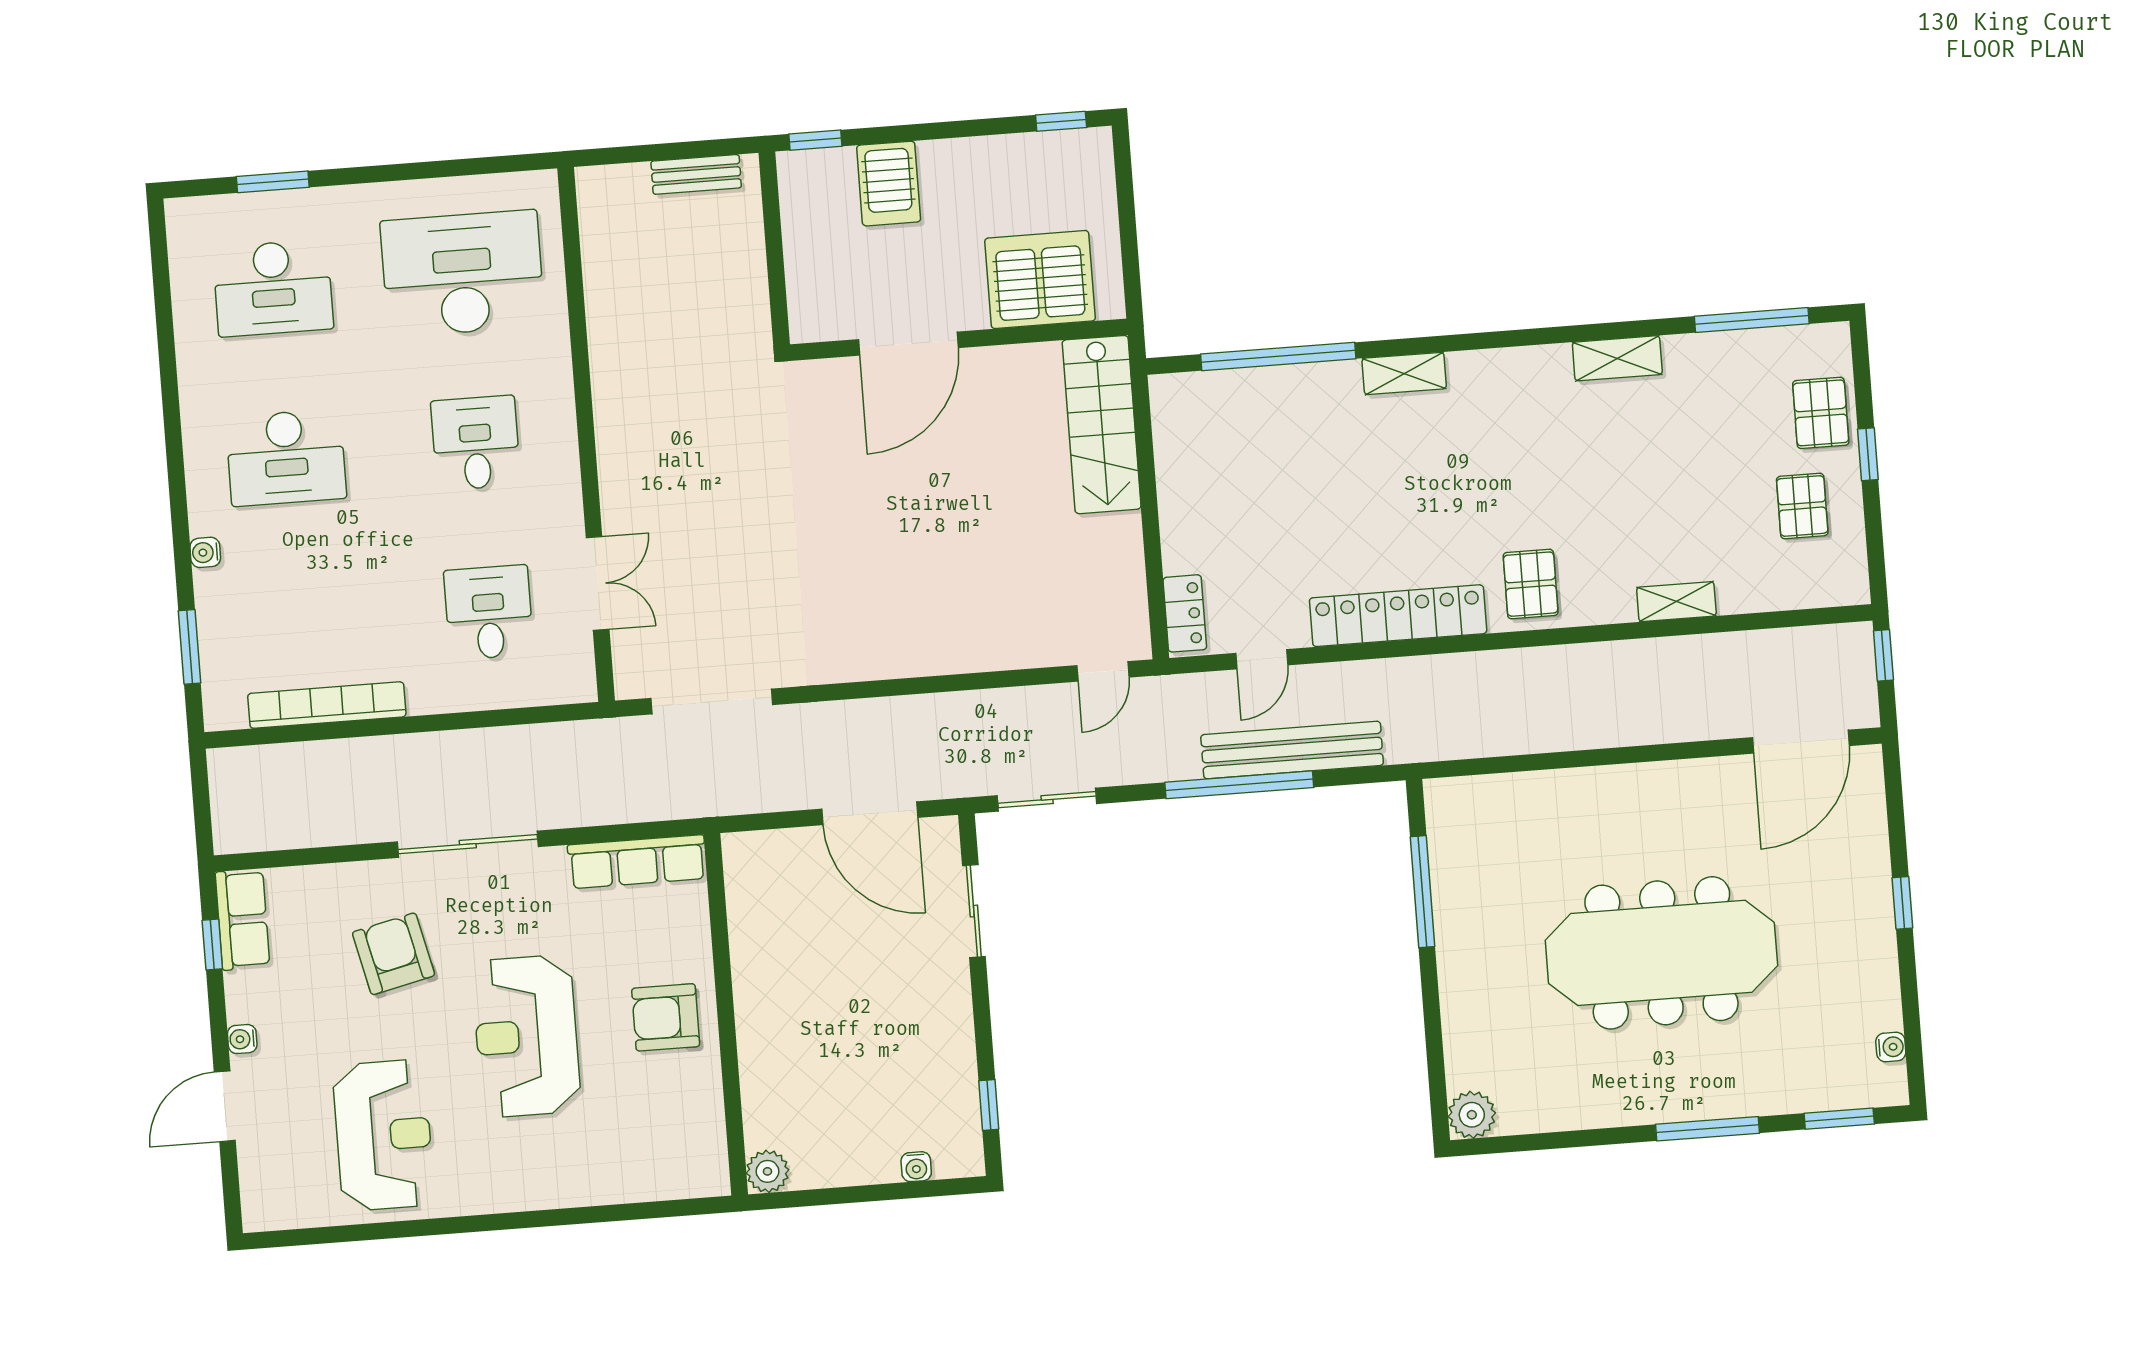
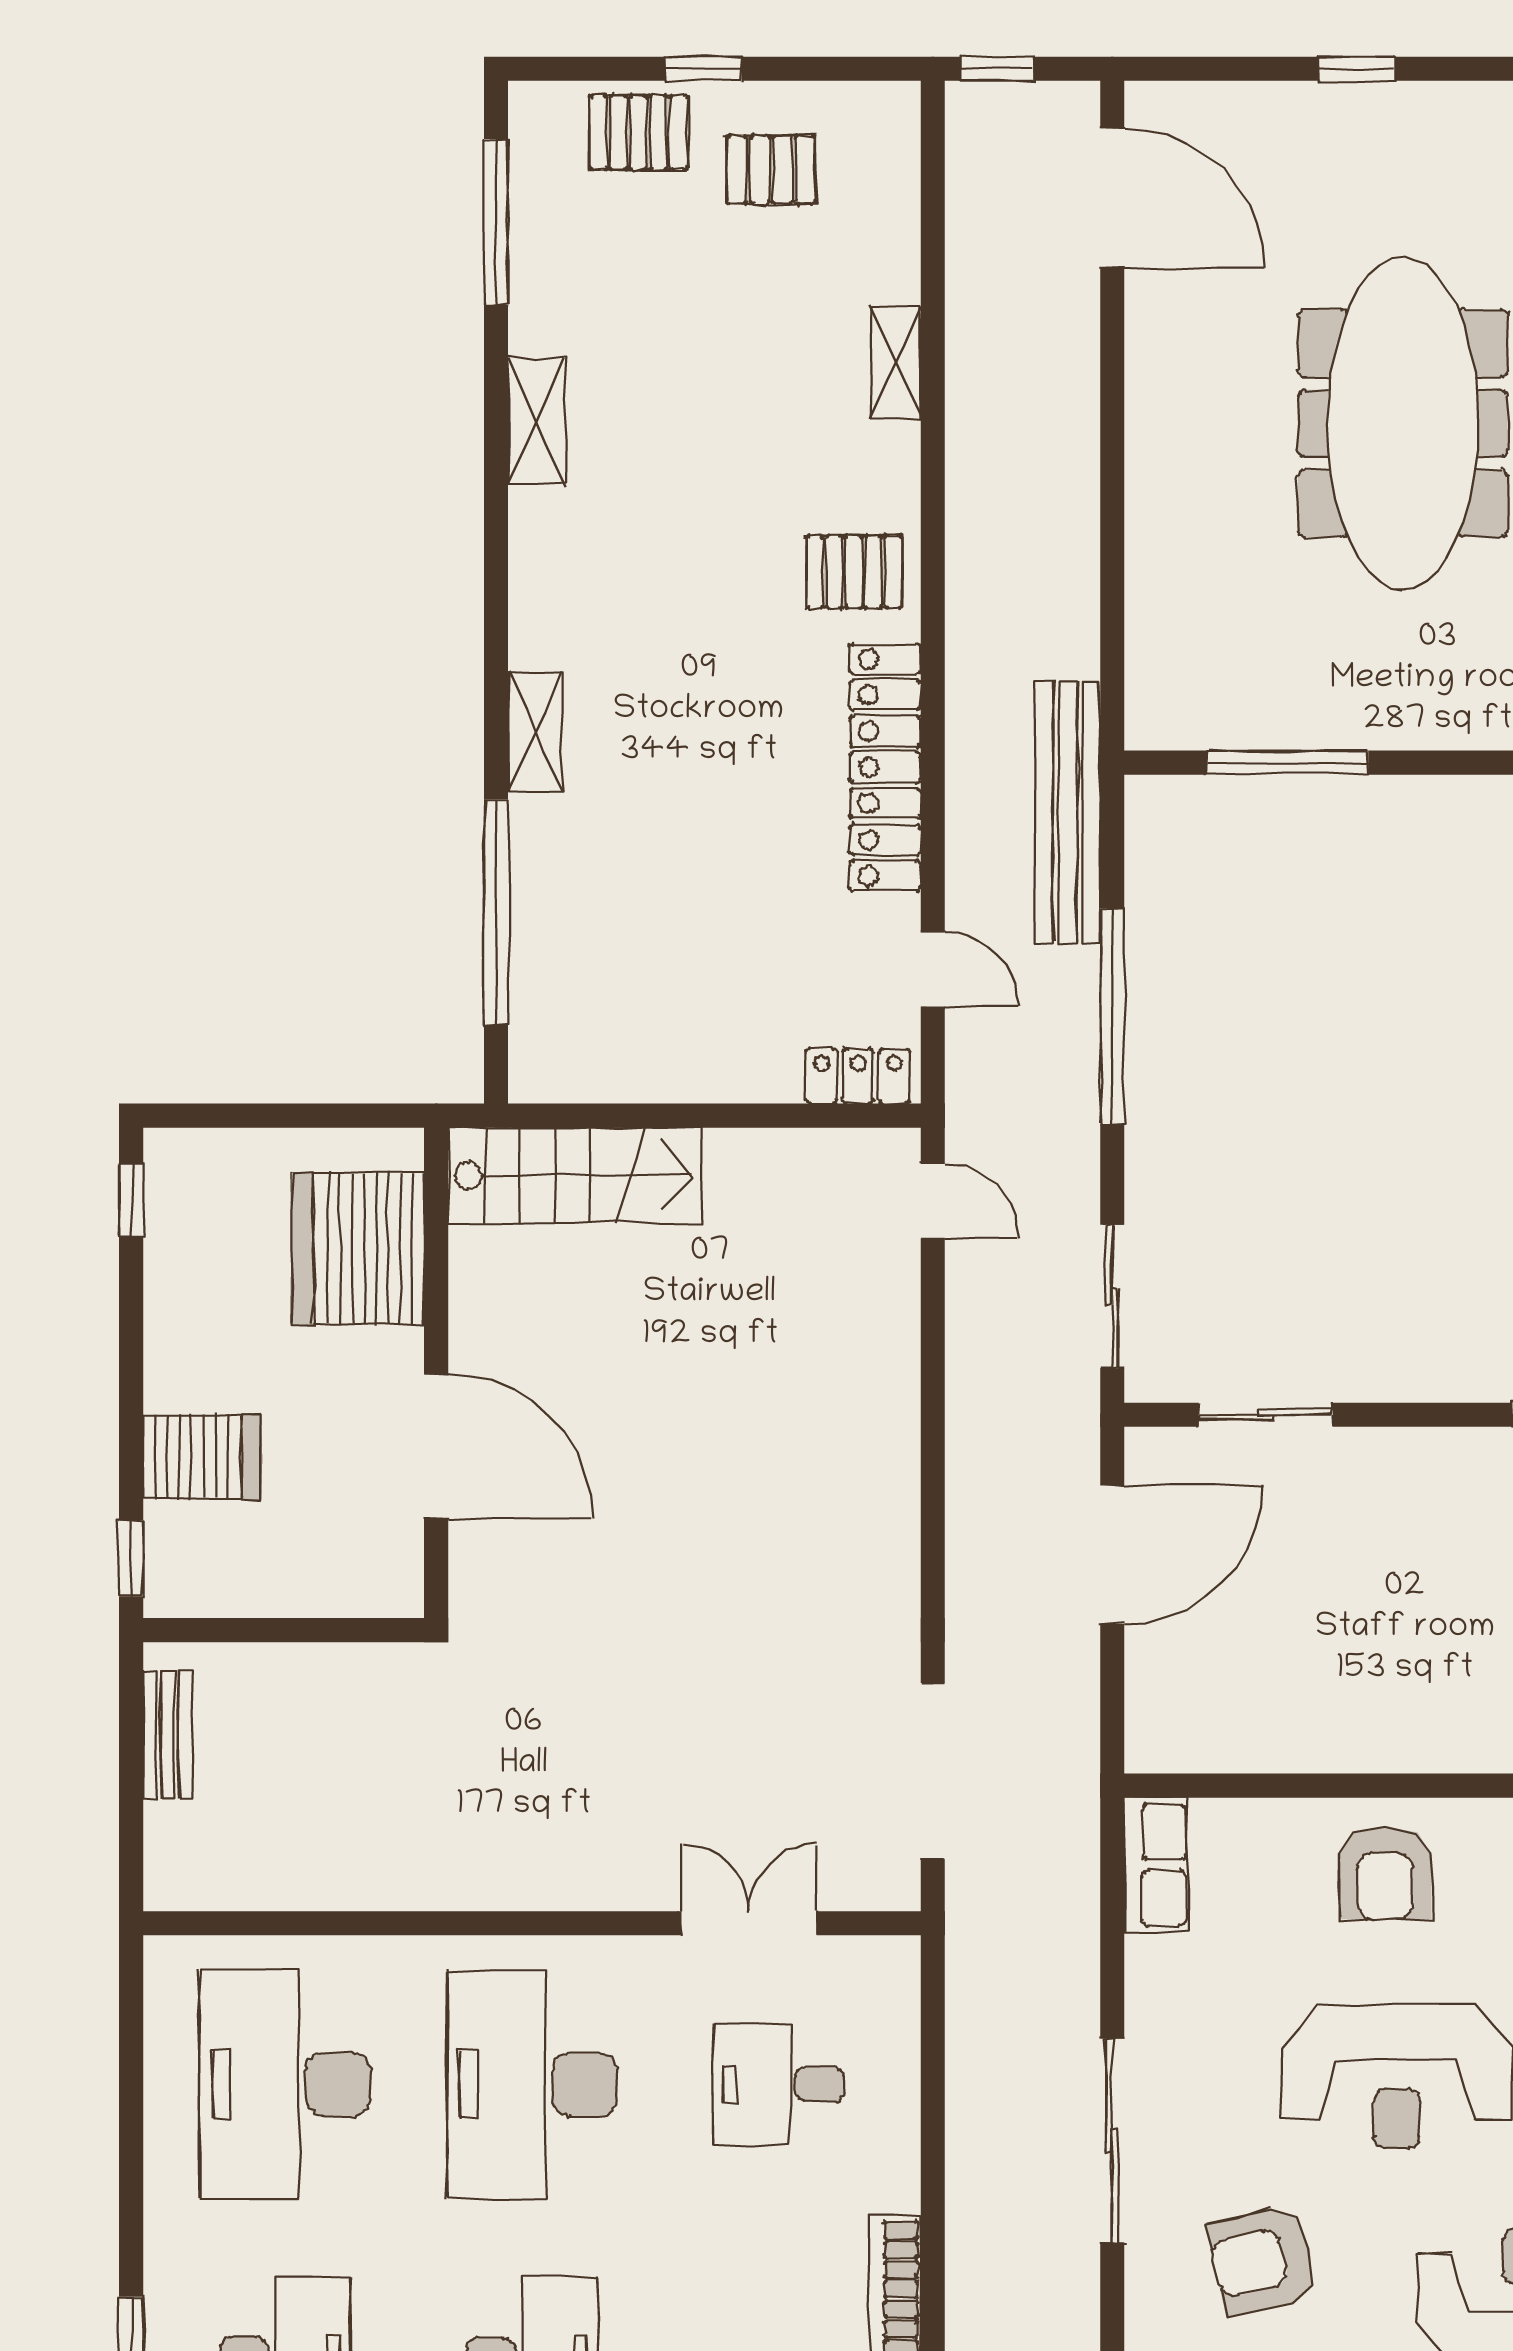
desk: (476, 443) -> (532, 2084), width x1.87, depth x1.30
bench: (1292, 750) -> (1068, 812), moved
row of seats: (637, 862) -> (1156, 1865), width x0.68

